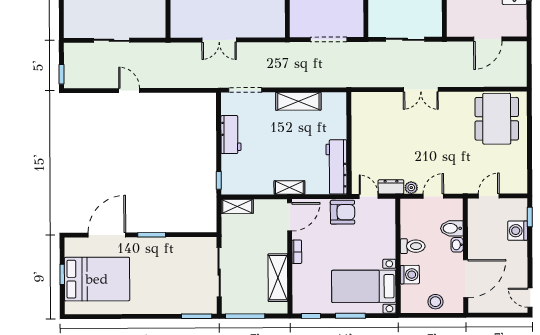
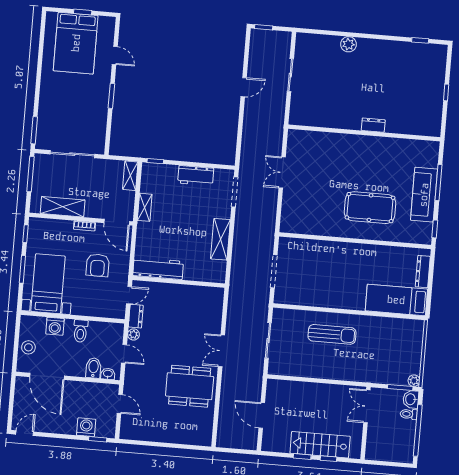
dining table: (497, 119) -> (190, 386), moved
shelving: (289, 187) -> (145, 207), moved
armchair: (343, 212) -> (98, 265), moved
door: (107, 235) -> (115, 56), width x0.53
washbasin: (457, 245) -> (108, 374), moved

